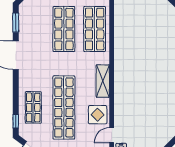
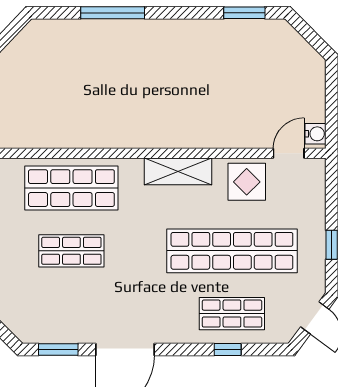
shop shelf: (64, 29) -> (71, 251), width x0.70, depth x0.74
window: (16, 121) -> (228, 350), moved
door: (112, 135) -> (289, 153), swing flipped

